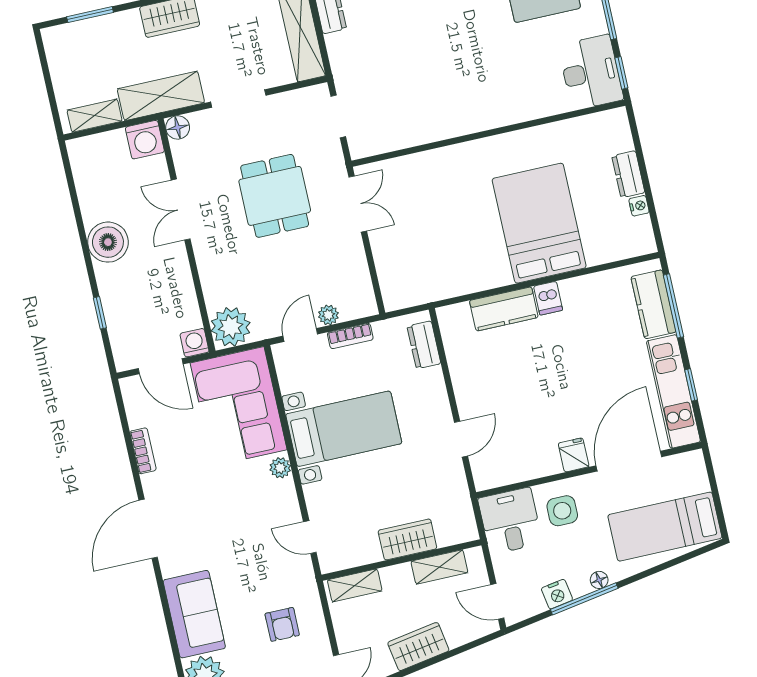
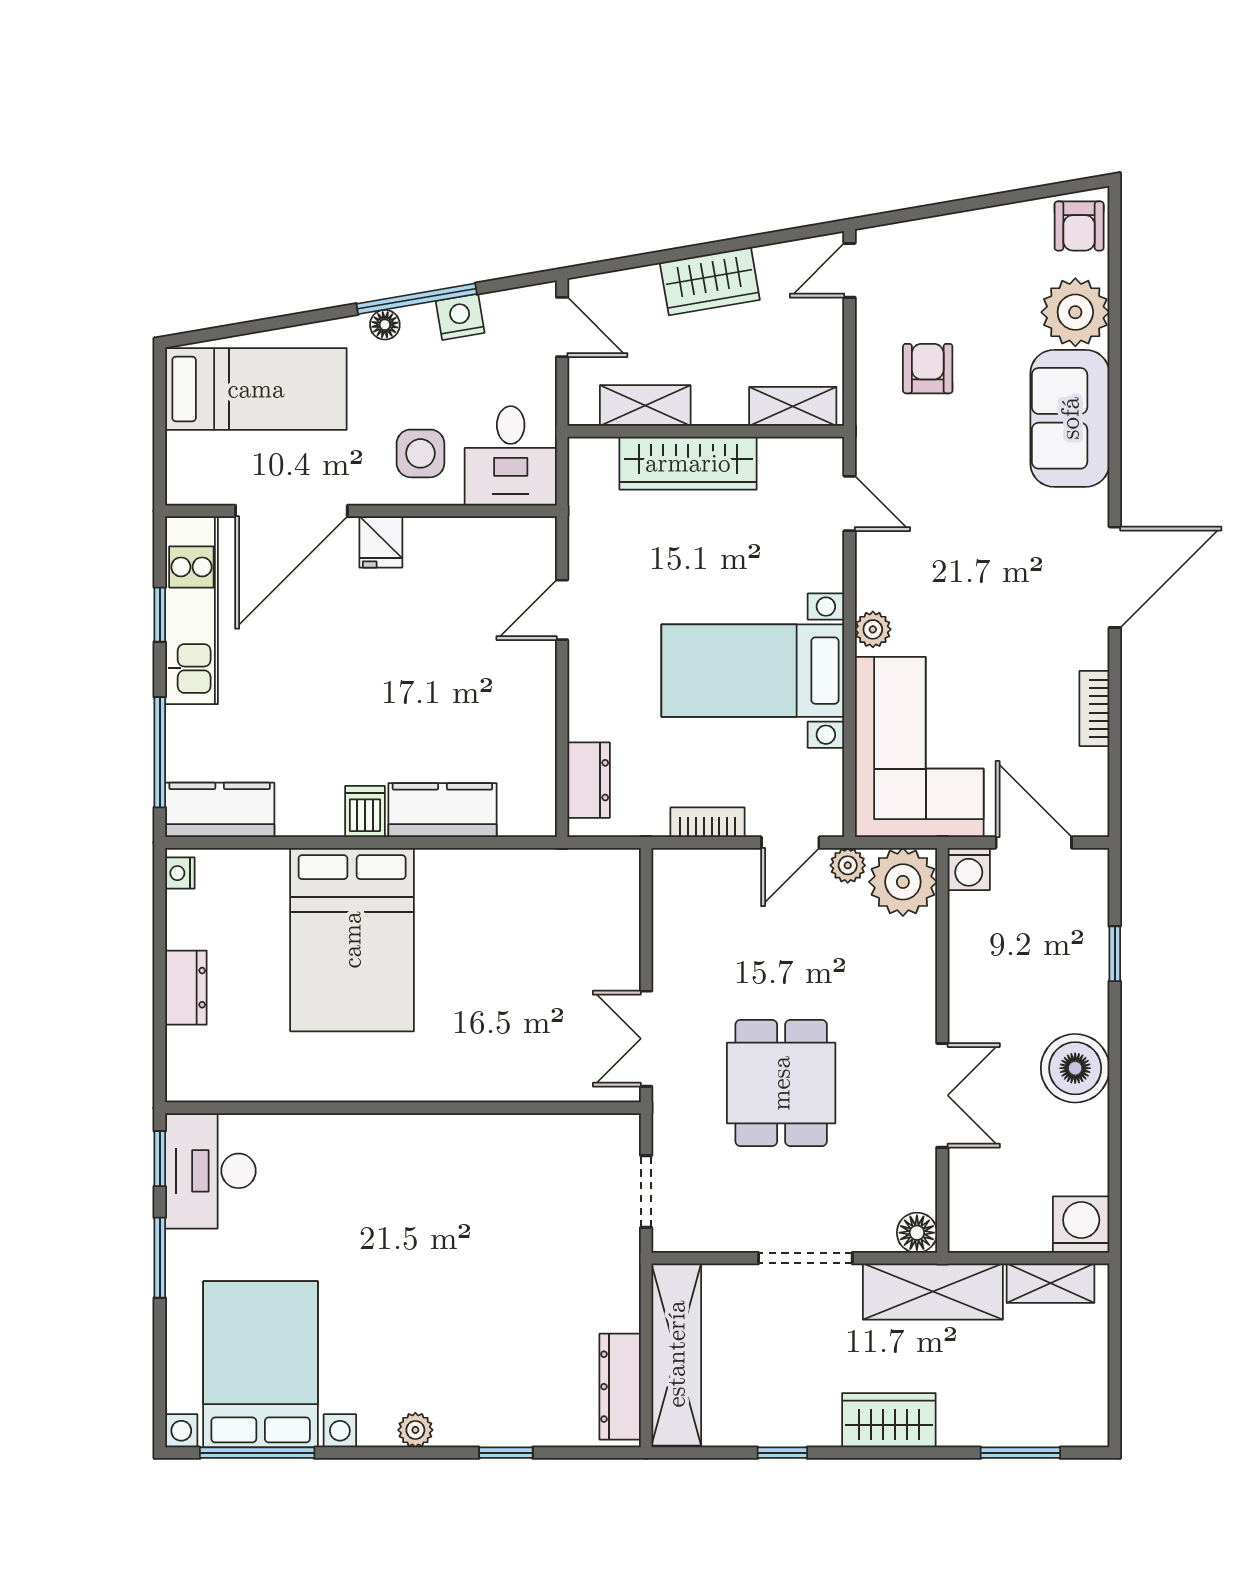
washing machine: (145, 140) -> (1081, 1225), moved
nightstand: (639, 206) -> (180, 873), moved
kitchen counter: (653, 304) -> (220, 810), moved, turned -90
plant: (328, 315) -> (848, 865), moved
wardrobe: (407, 539) -> (688, 463), width x1.50

